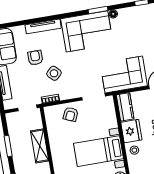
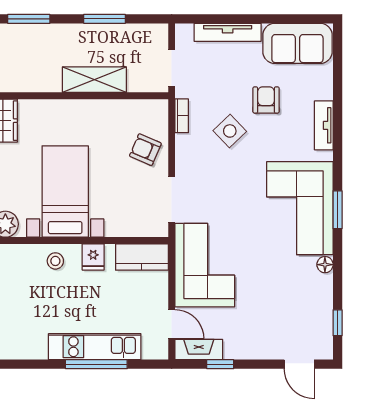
window: (98, 10) -> (338, 210), moved
tv unit: (43, 26) -> (324, 125), width x0.71
armchair: (35, 58) -> (266, 100), turned -90
fridge: (131, 131) -> (93, 257), width x0.53, depth x0.75

